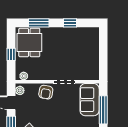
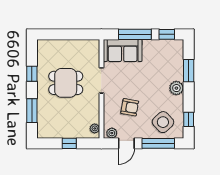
dining table: (29, 42) -> (66, 83), moved
armchair: (46, 92) -> (130, 107), moved

